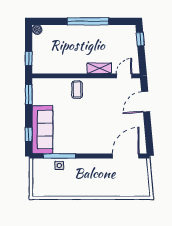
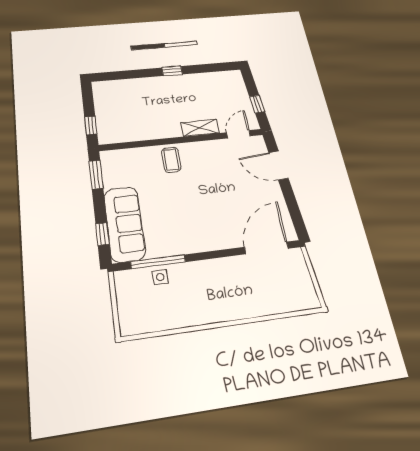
window: (88, 21) -> (172, 71), width x0.32
boiler: (37, 30) -> (99, 87), removed
window: (140, 39) -> (257, 104), moved
door: (146, 102) -> (278, 165), hinge flipped

